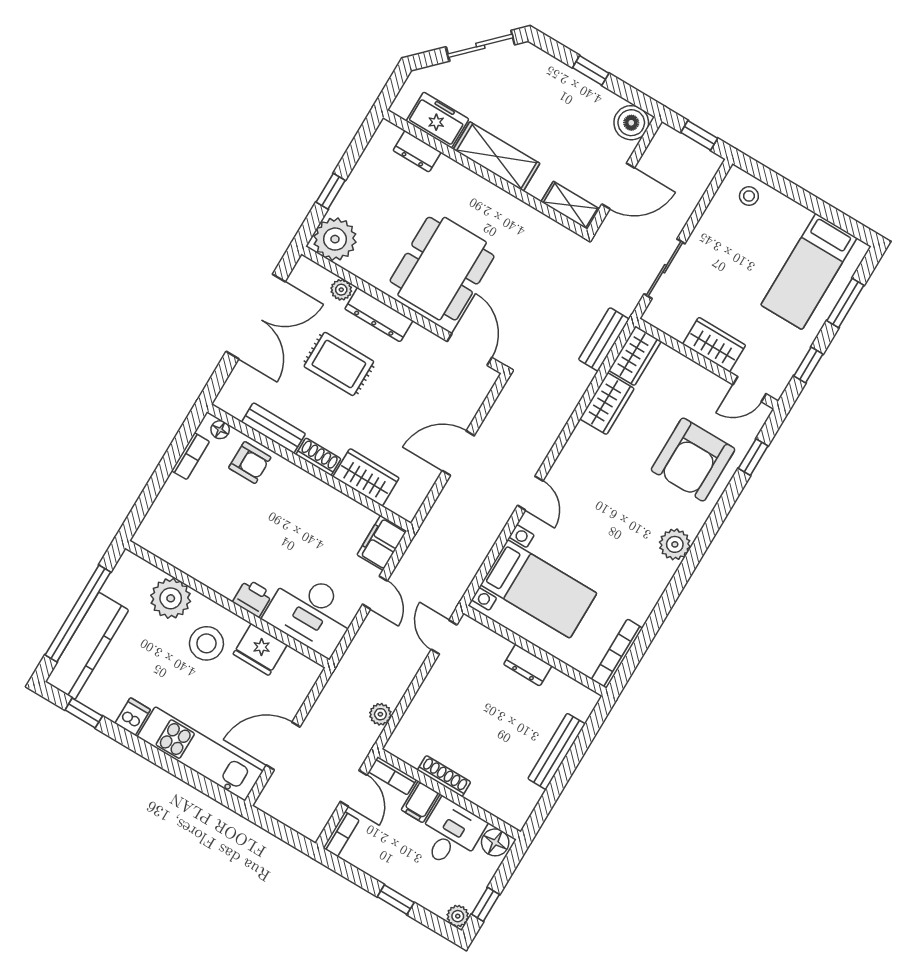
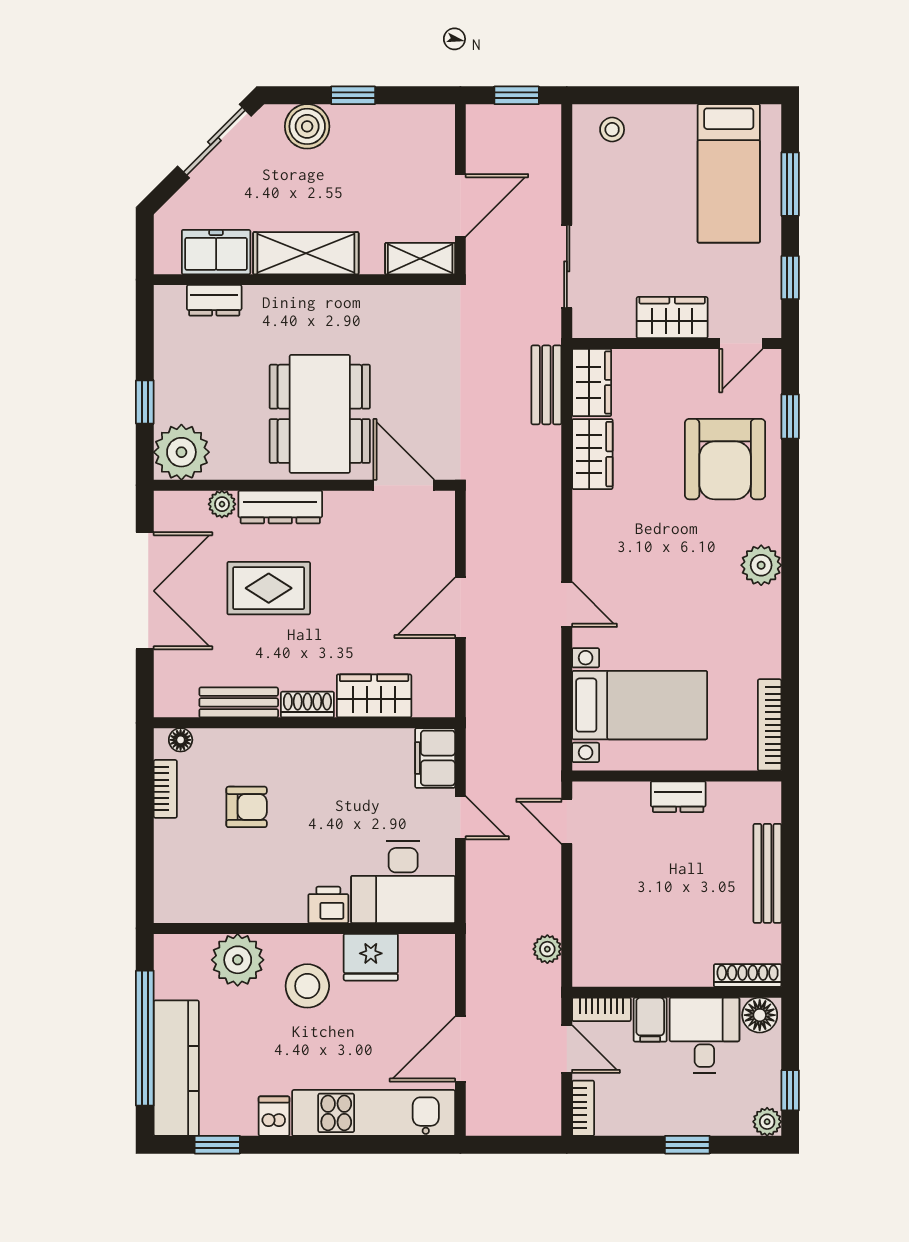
boiler: (631, 123) -> (307, 126), moved
armchair: (250, 463) -> (247, 807), moved
shoe rack: (444, 776) -> (748, 975), moved

